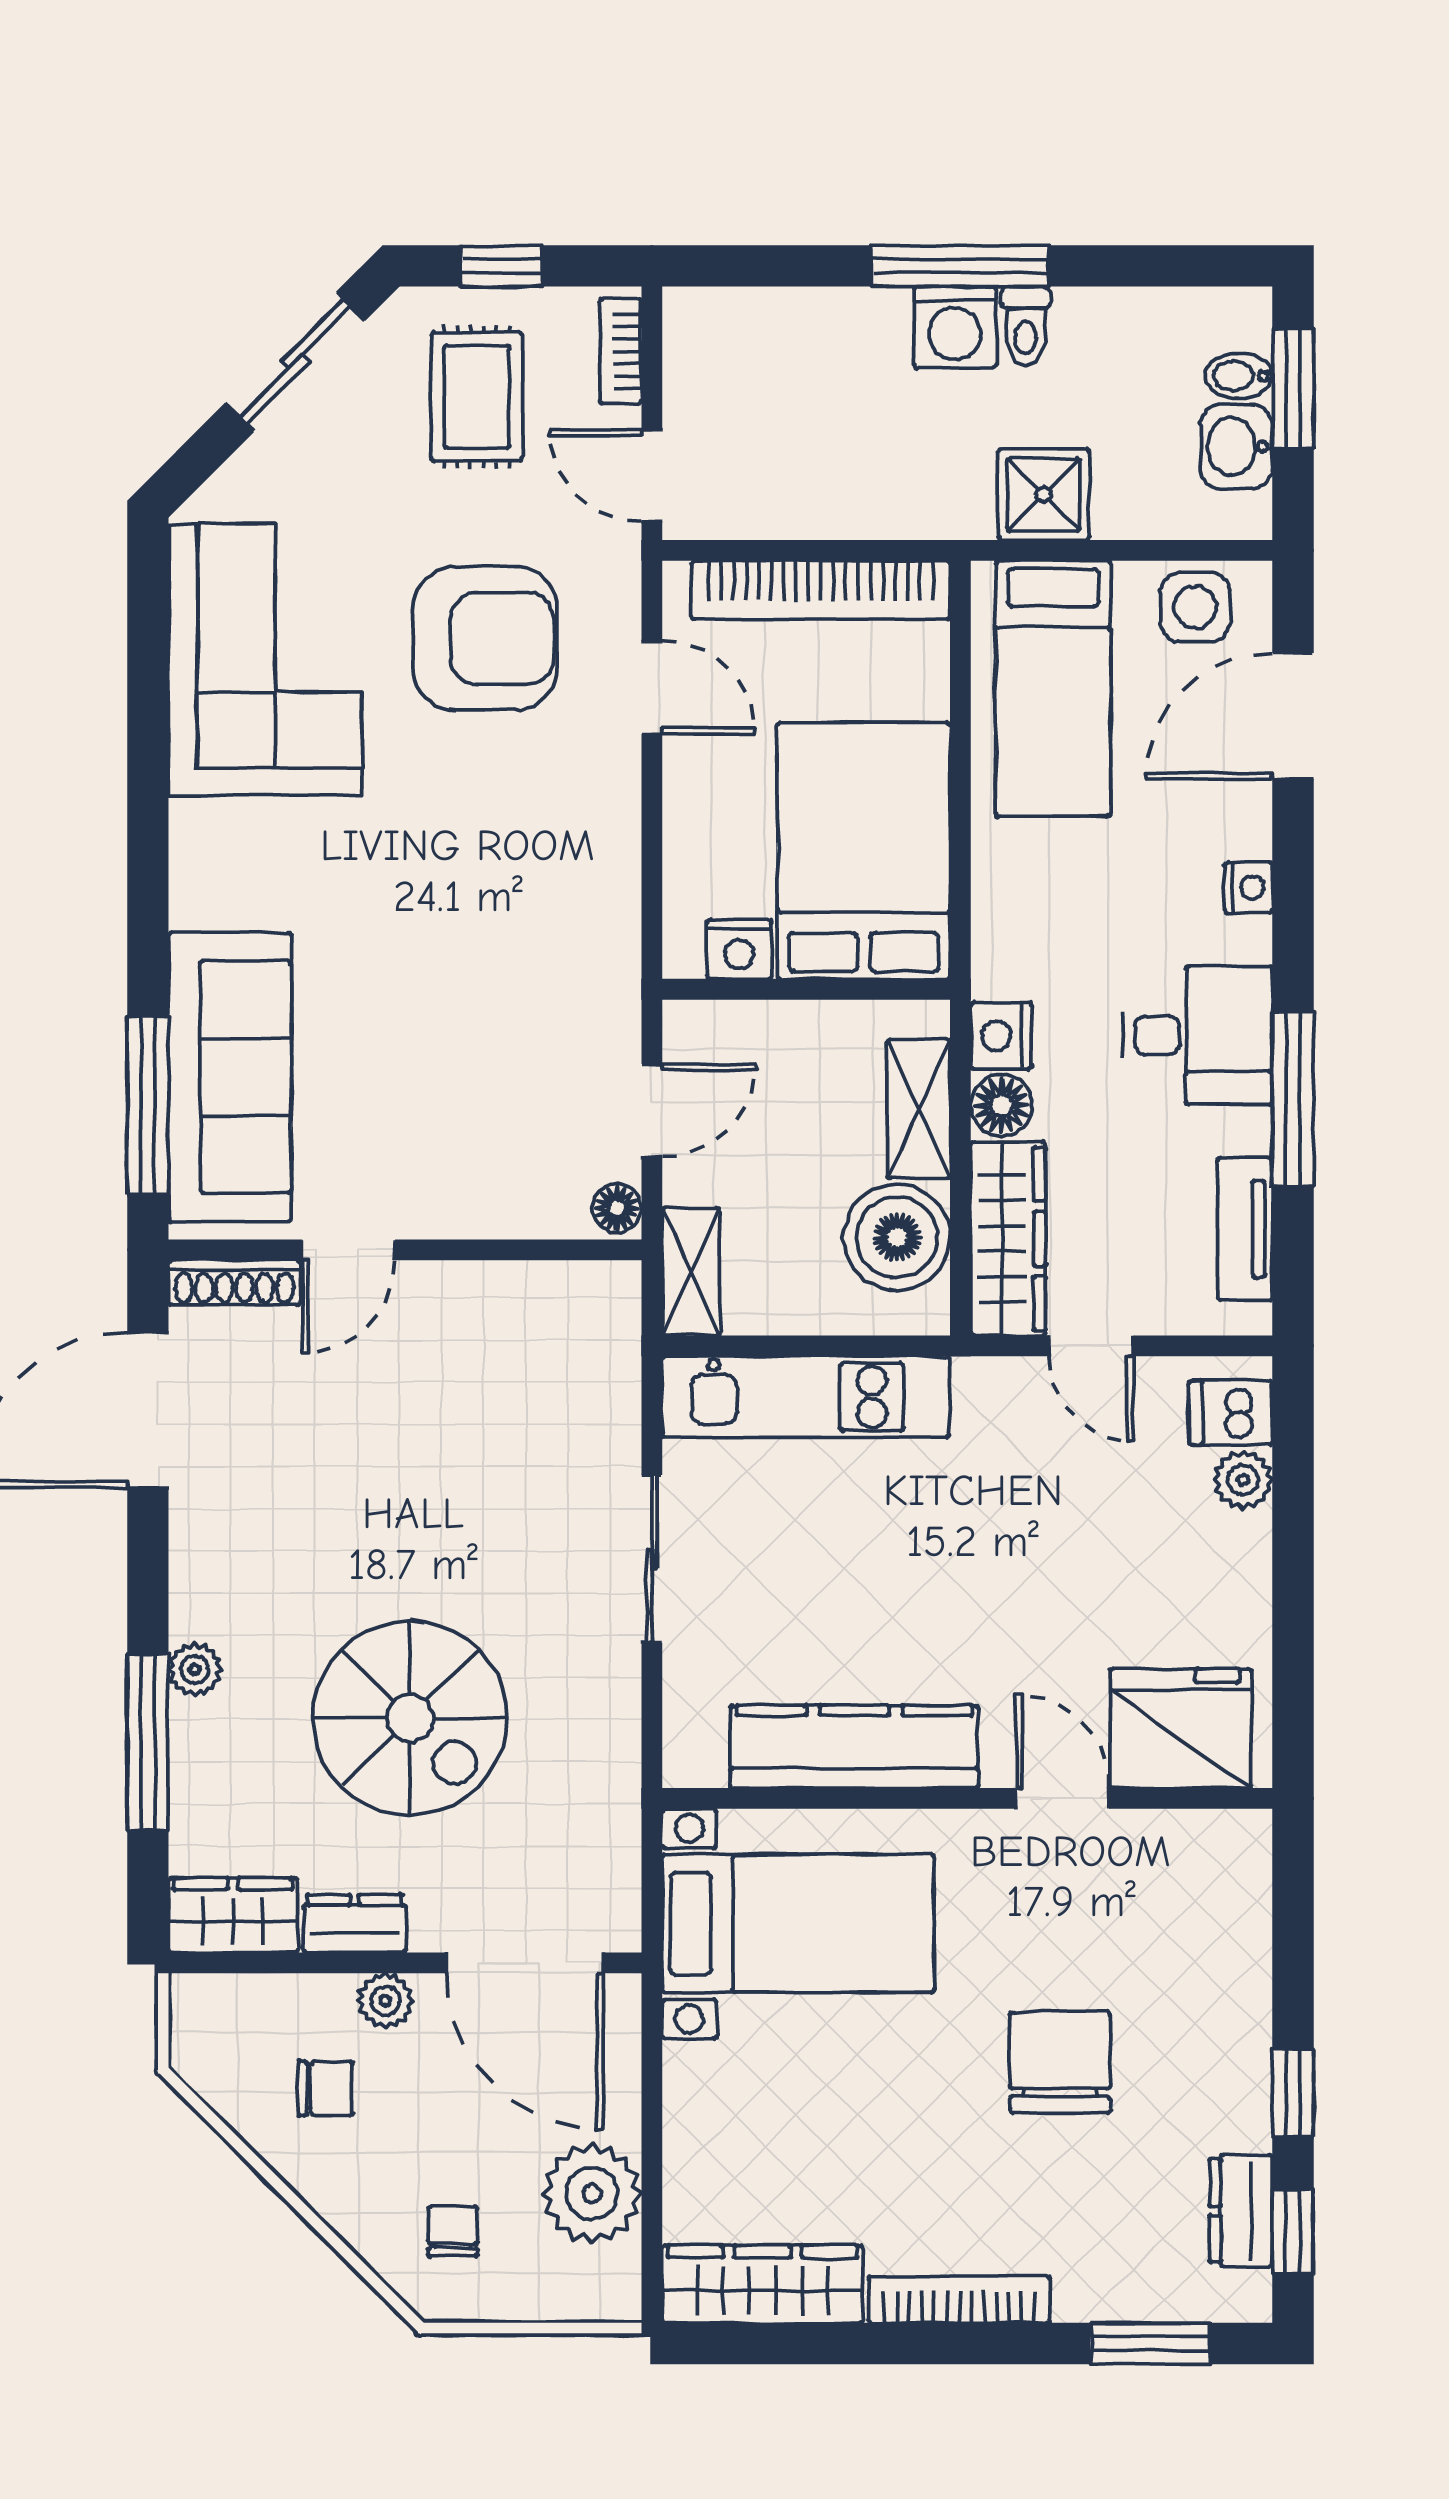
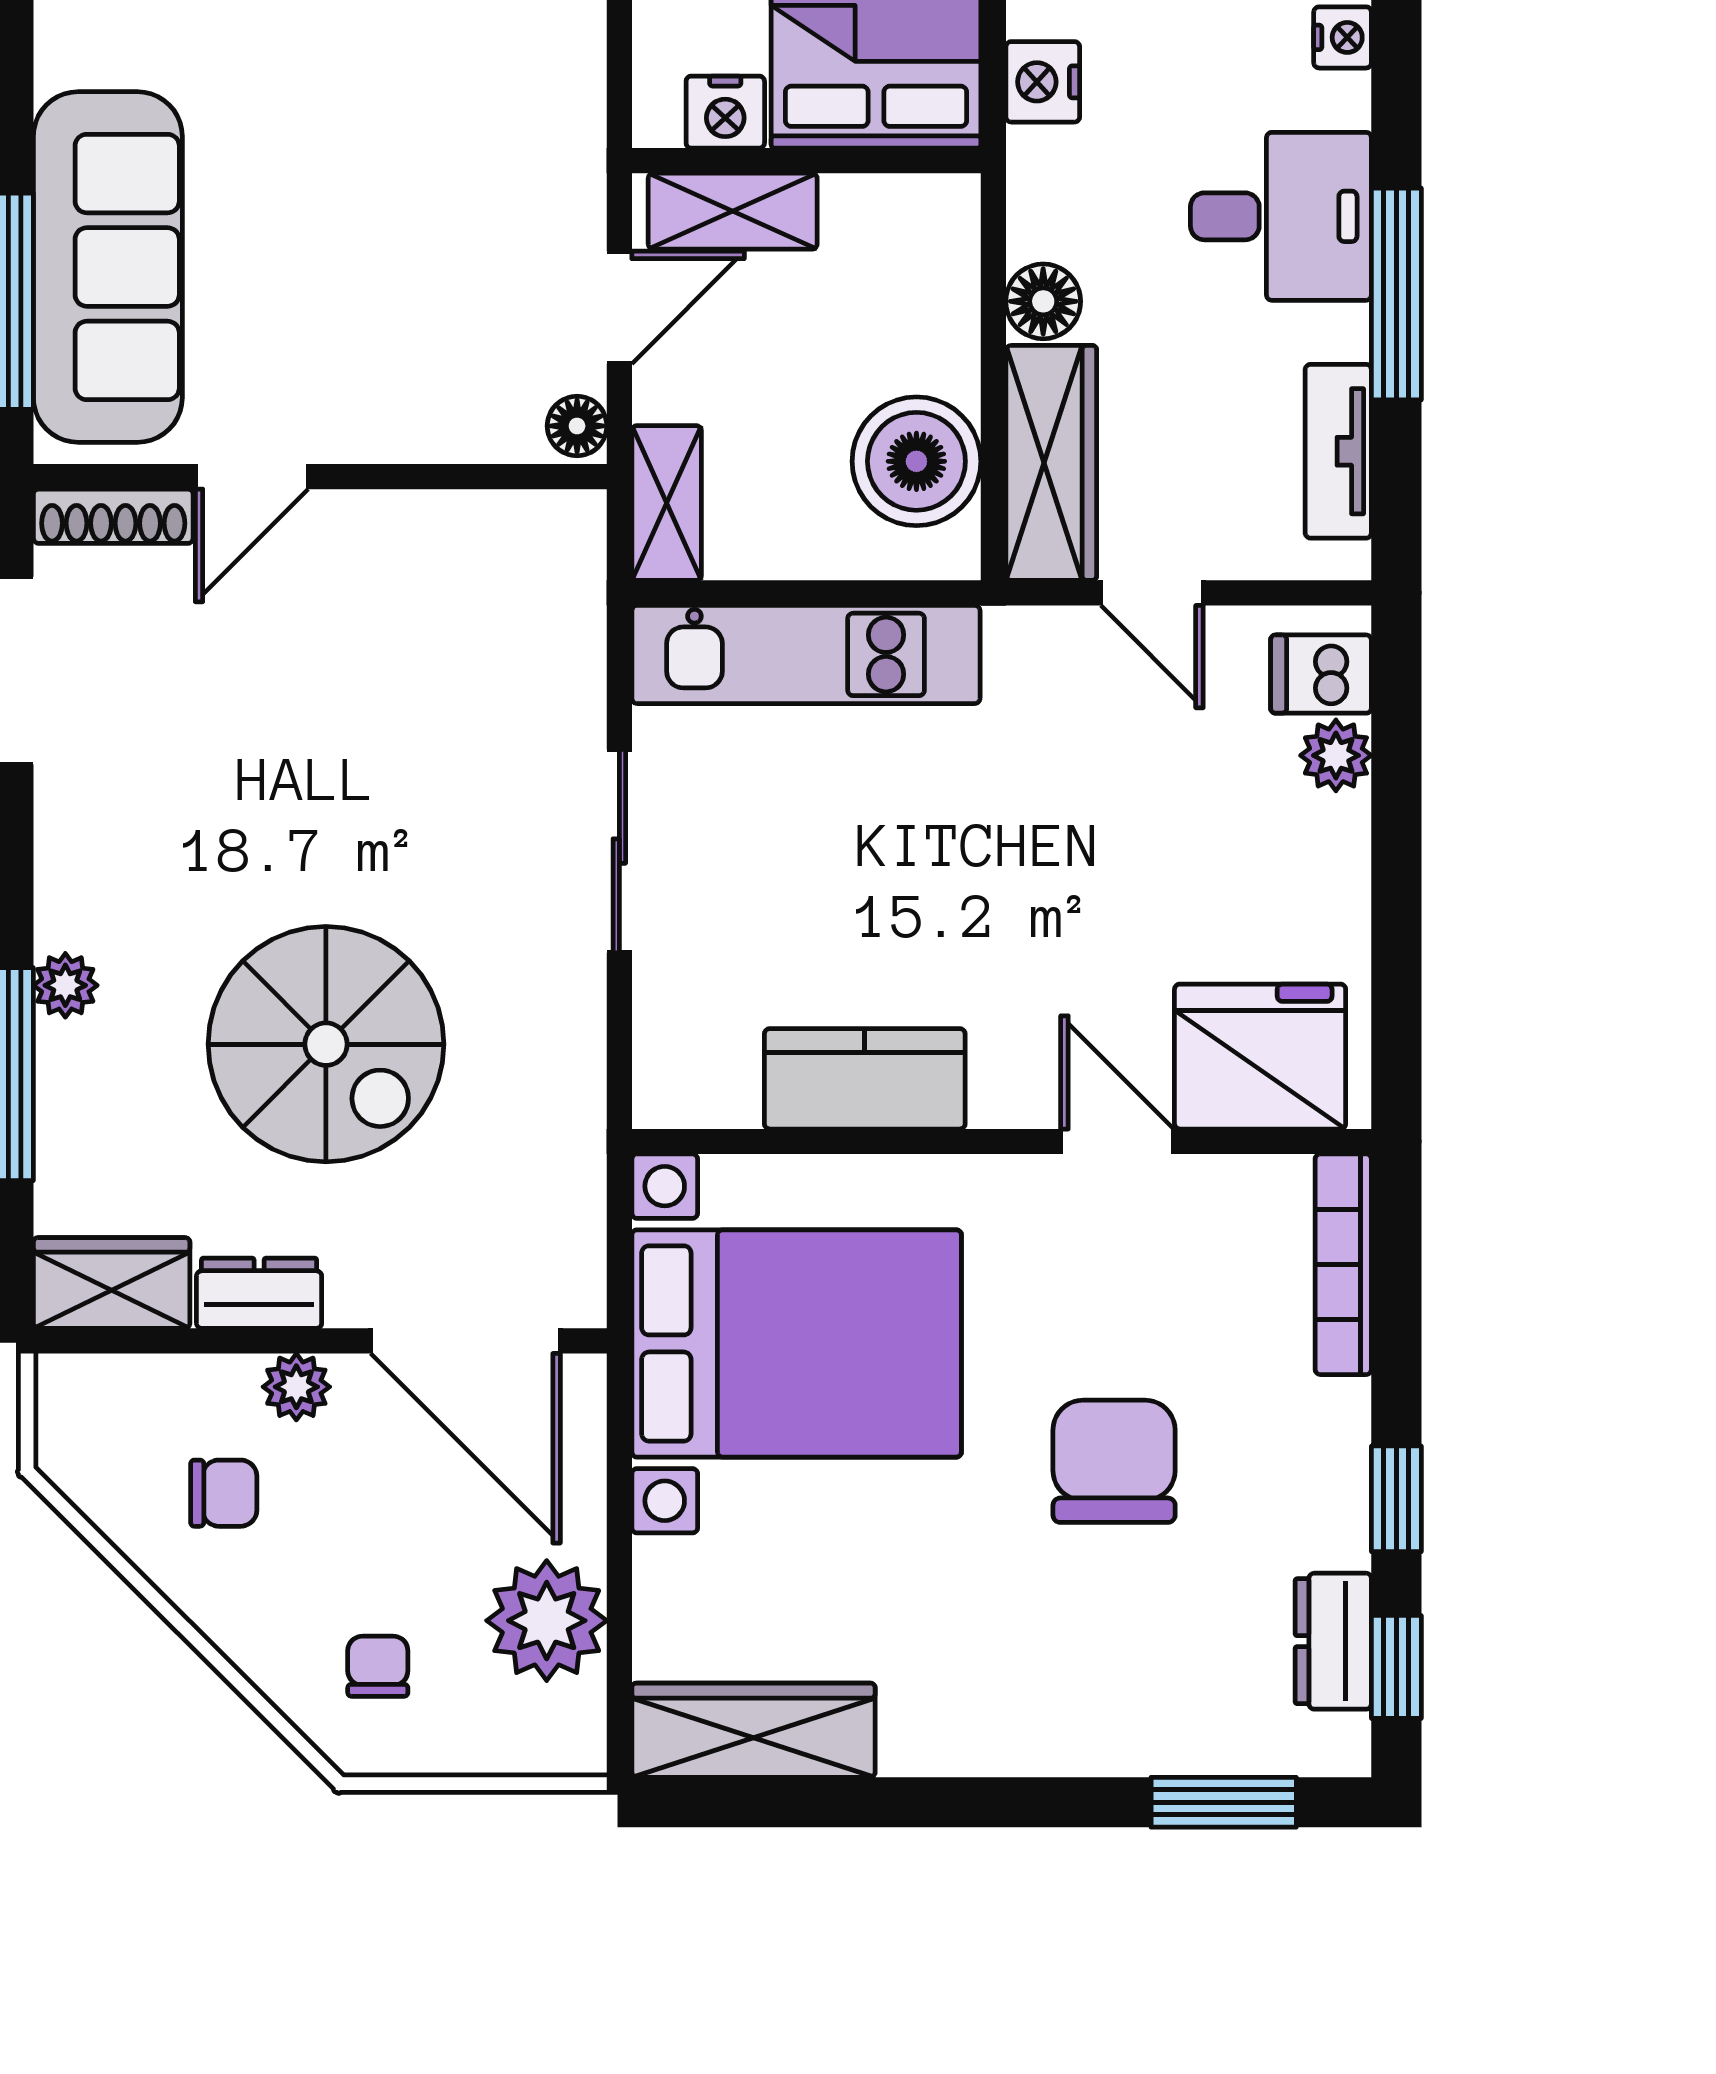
nightstand: (1001, 1036) -> (1043, 82), moved
shelving: (919, 1109) -> (733, 211), moved, turned 90
kitchen counter: (854, 1747) -> (865, 1079), width x0.67
bed with nightstands: (798, 1924) -> (797, 1343), width x1.36
bookcase: (959, 2300) -> (1343, 1264), moved, turned -90

